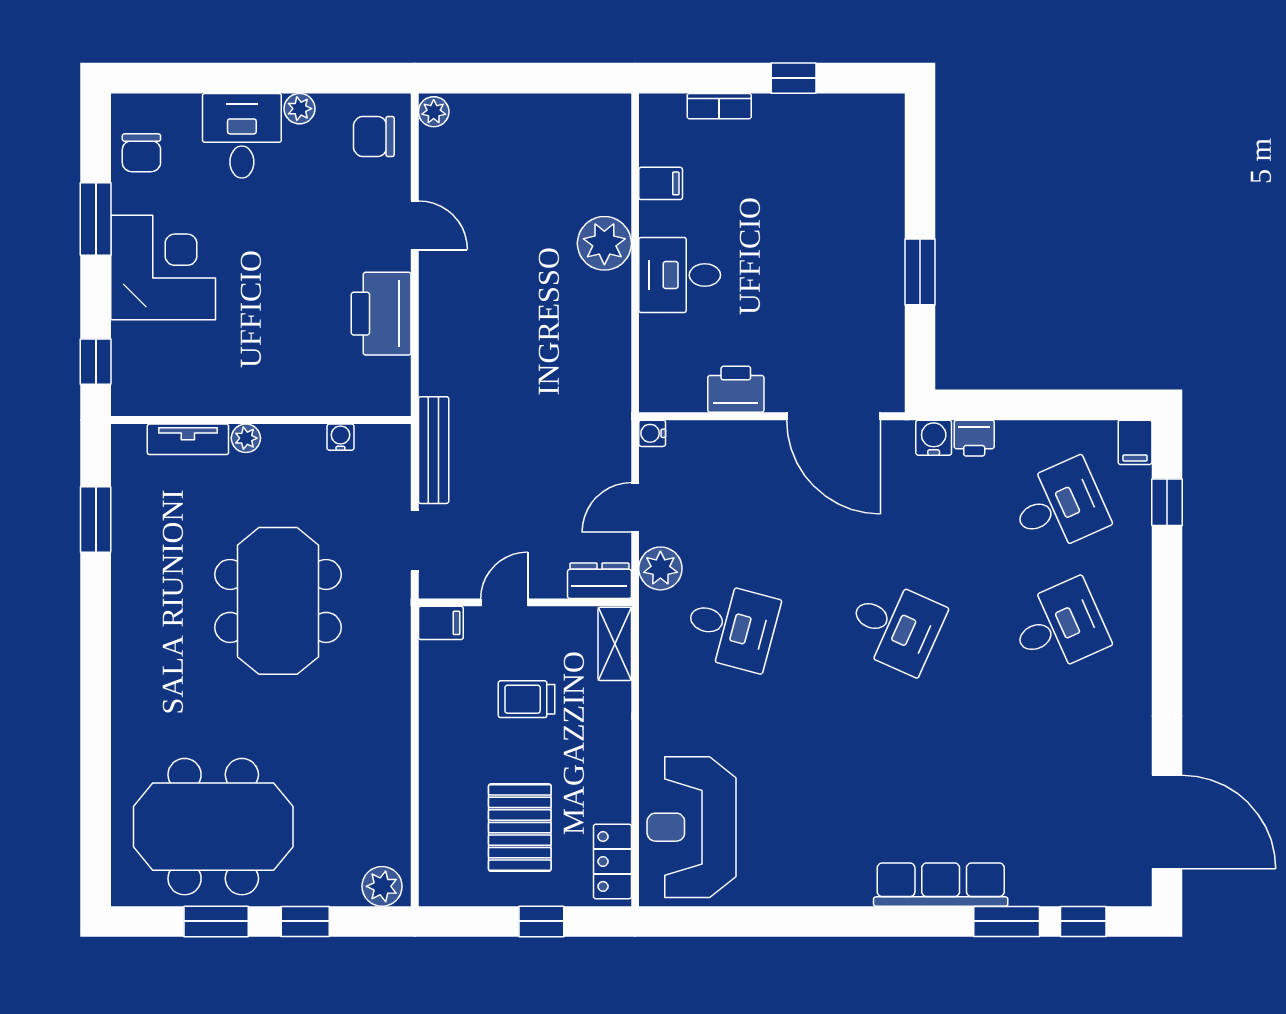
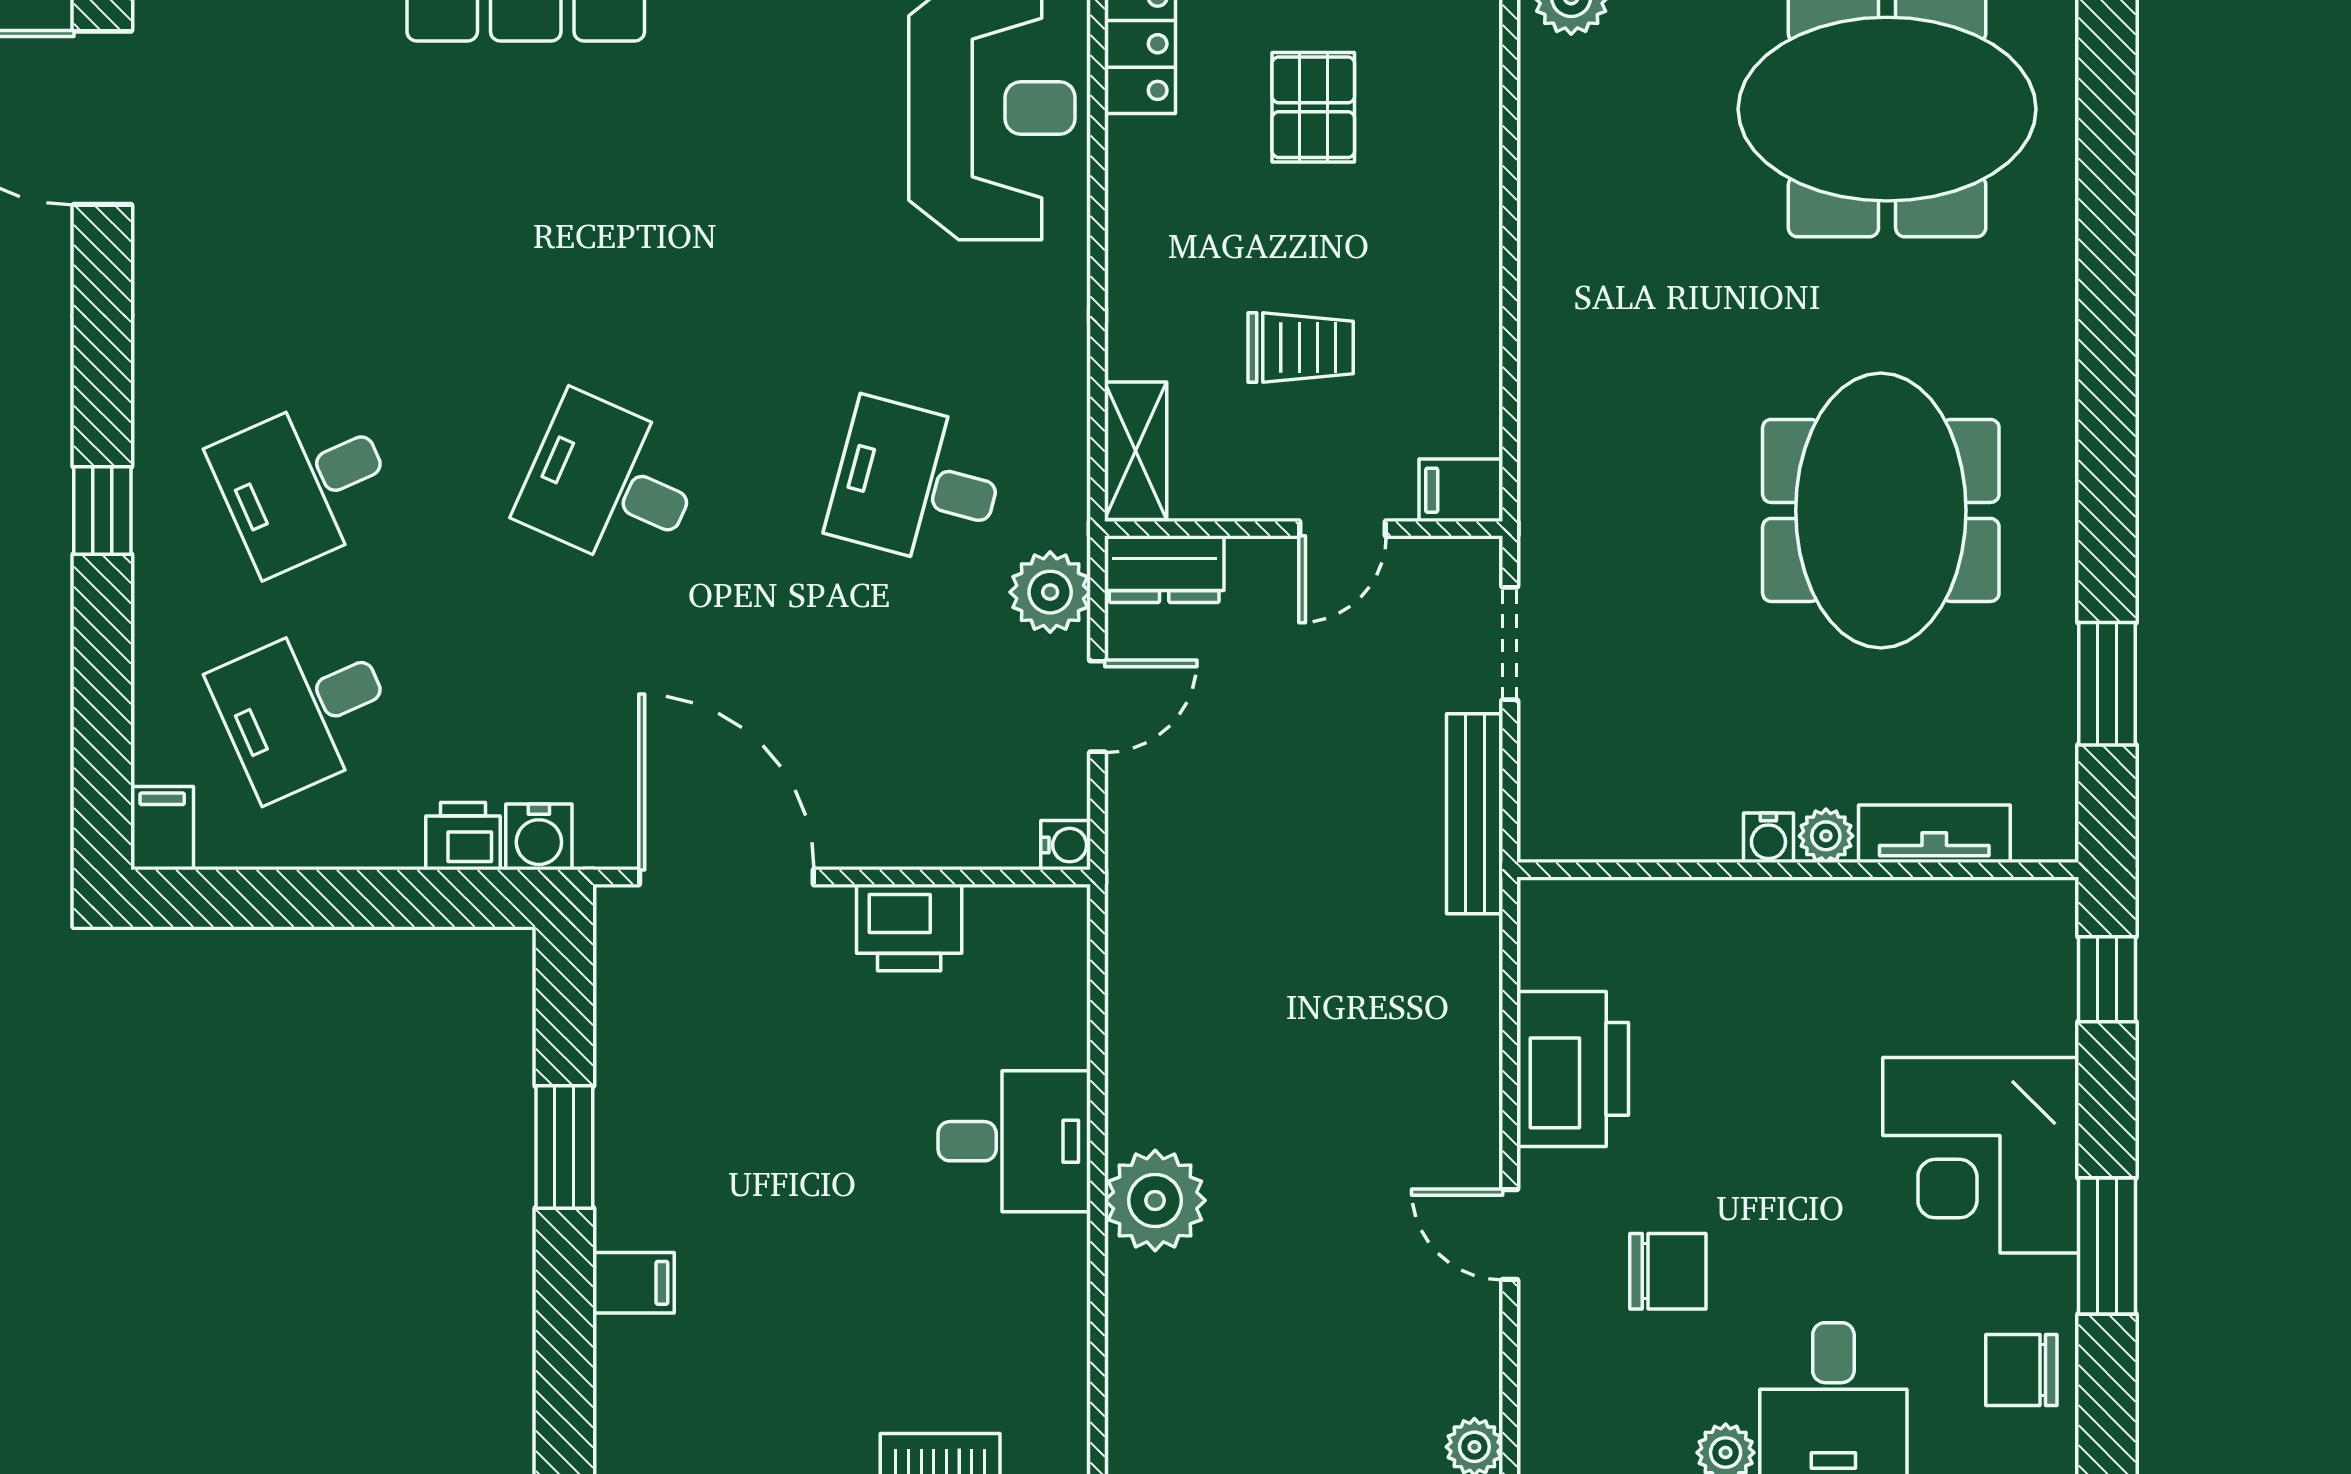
chair: (374, 137) -> (1668, 1271), moved
chair: (141, 153) -> (2021, 1370), turned -90
filing cabinet: (661, 183) -> (633, 1283), moved, turned 180
water cooler: (340, 437) -> (1768, 838), moved
window: (1167, 502) -> (102, 510), moved
meeting table: (278, 601) -> (1881, 510), moved
pallet: (520, 828) -> (1313, 107), width x0.67, depth x0.71

